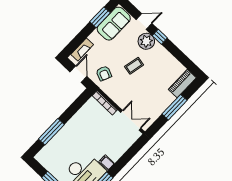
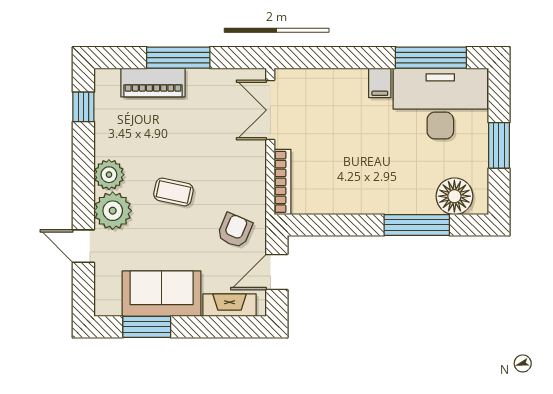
sofa: (114, 24) -> (162, 294), moved
window: (160, 37) -> (83, 107), moved
plant: (159, 51) -> (109, 175), added
piano: (182, 84) -> (153, 83), moved
floor lamp: (49, 152) -> (454, 196), added

